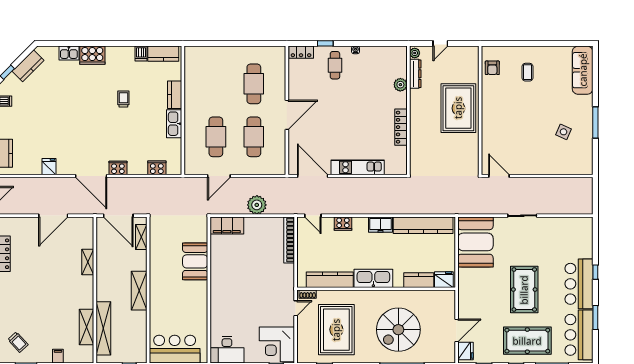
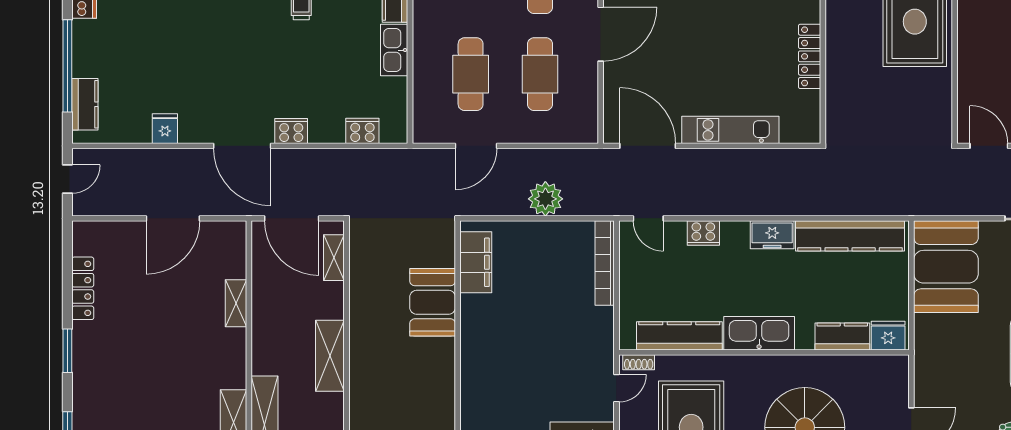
filing cabinet: (227, 226) -> (476, 262), moved, turned -90

